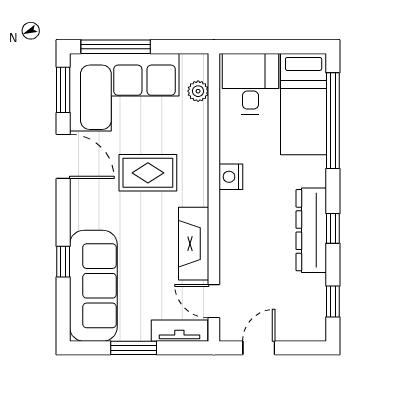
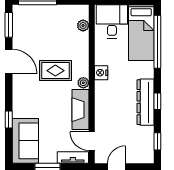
corner sofa: (124, 92) -> (42, 26), removed
plant: (199, 195) -> (83, 83), added
sofa: (93, 286) -> (25, 141), width x0.73

